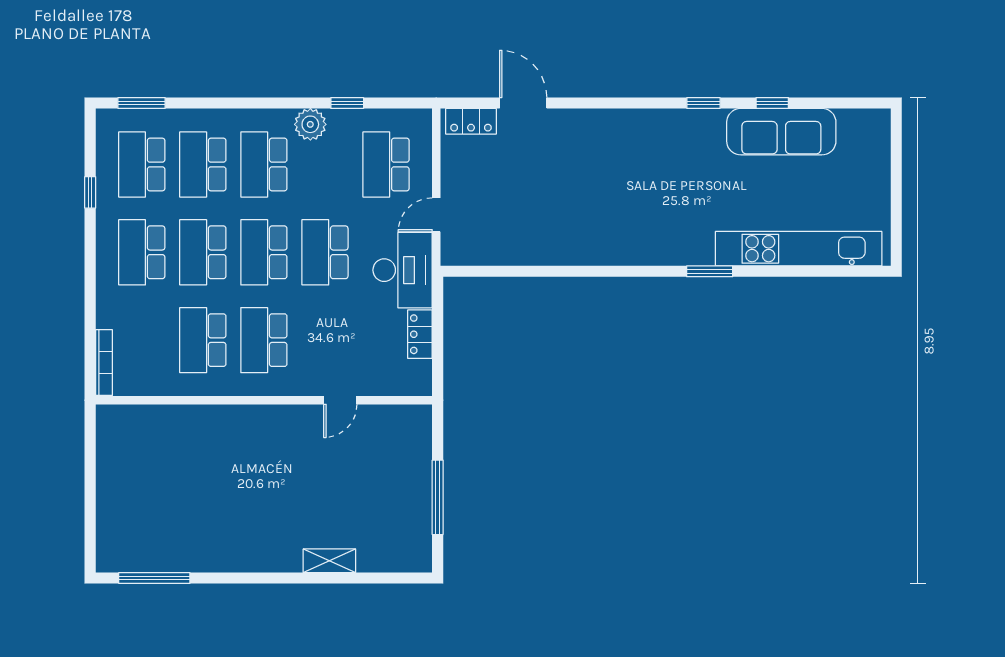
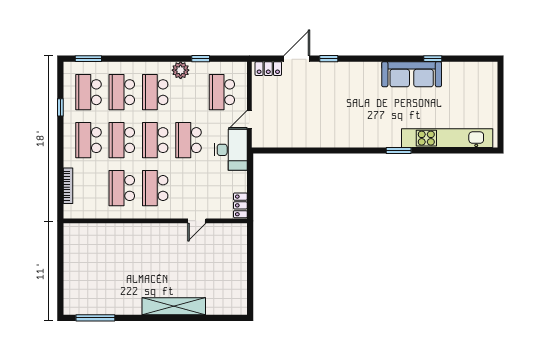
door: (523, 103) -> (297, 59), hinge flipped
window: (703, 103) -> (329, 59), moved
sofa: (781, 132) -> (412, 74), moved
locker: (420, 334) -> (240, 205), moved
bookcase: (104, 363) -> (68, 186), moved
window: (438, 497) -> (250, 274), removed
shelving: (329, 561) -> (174, 306), width x2.20, depth x1.33

